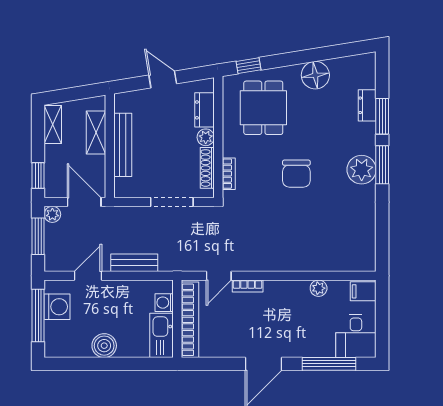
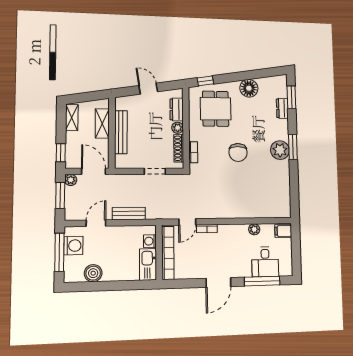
window: (382, 116) -> (291, 97), moved
doorway: (172, 202) -> (155, 171), width x0.73
desk: (356, 336) -> (265, 262), moved
boiler: (104, 346) -> (93, 273), moved

